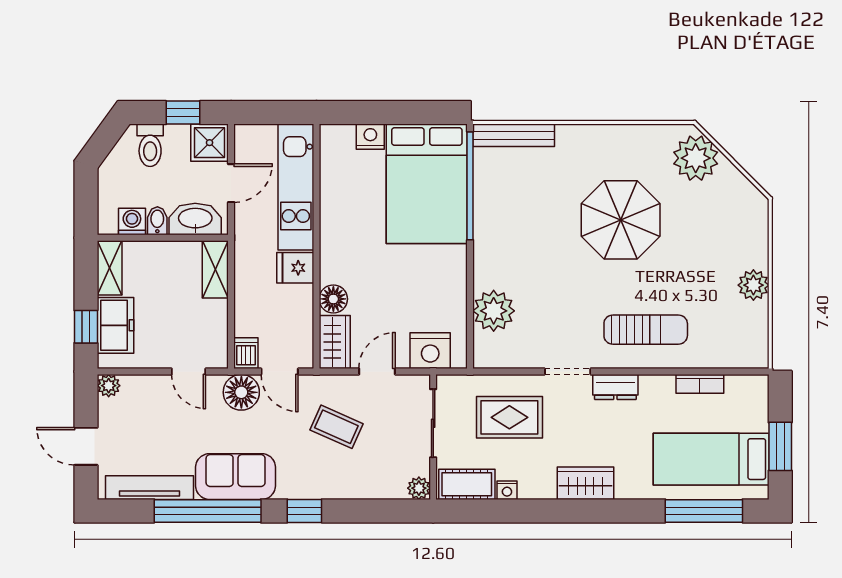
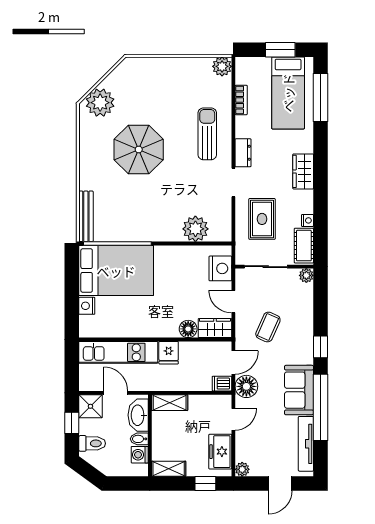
plant: (753, 285) -> (222, 66), moved
freezer: (116, 325) -> (220, 452), moved, turned -90

